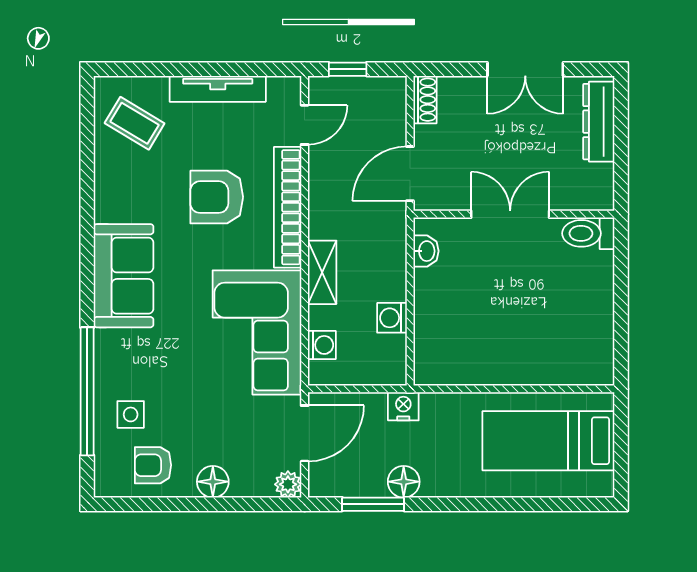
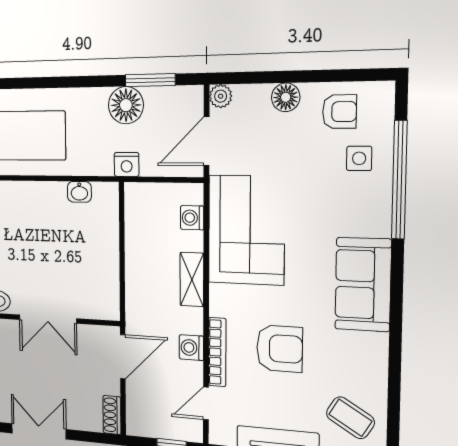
bookcase: (288, 207) -> (217, 352), width x0.68, depth x0.76
washbasin: (426, 251) -> (79, 192), moved, turned -90
washing machine: (392, 318) -> (191, 348), moved, turned 180
floor lamp: (404, 482) -> (126, 105), width x1.38, depth x1.38

